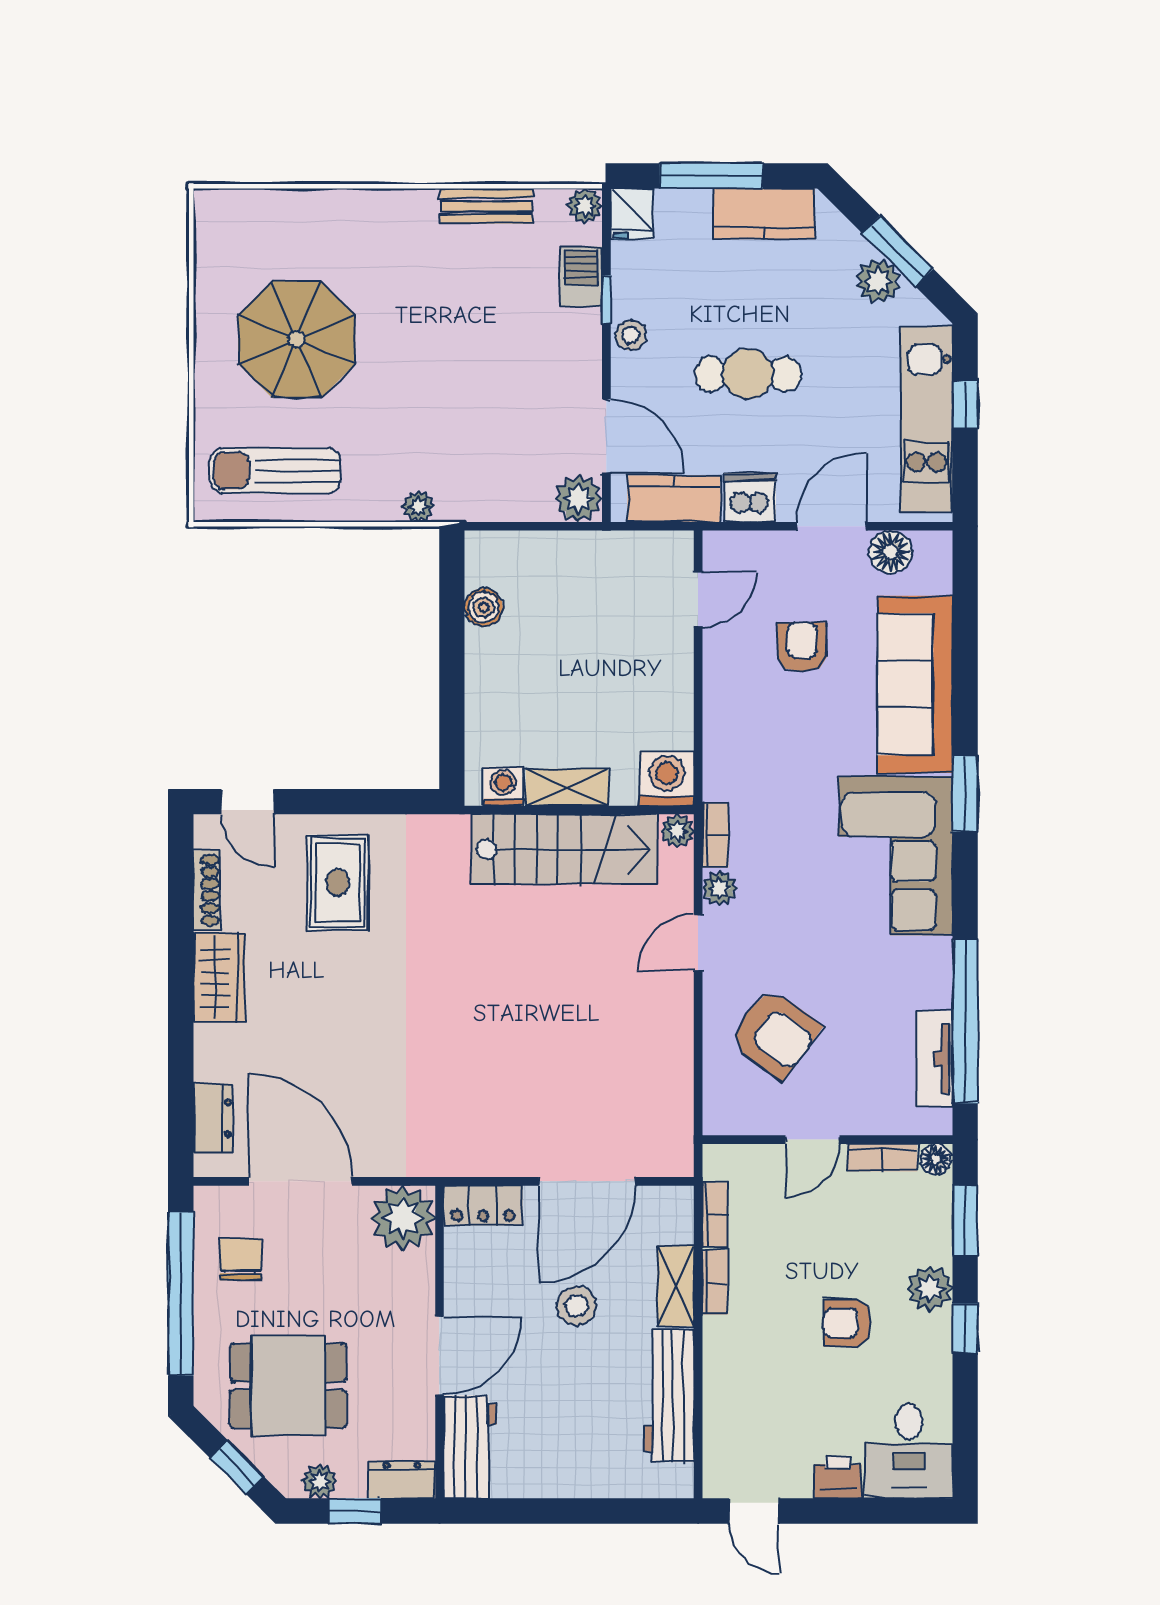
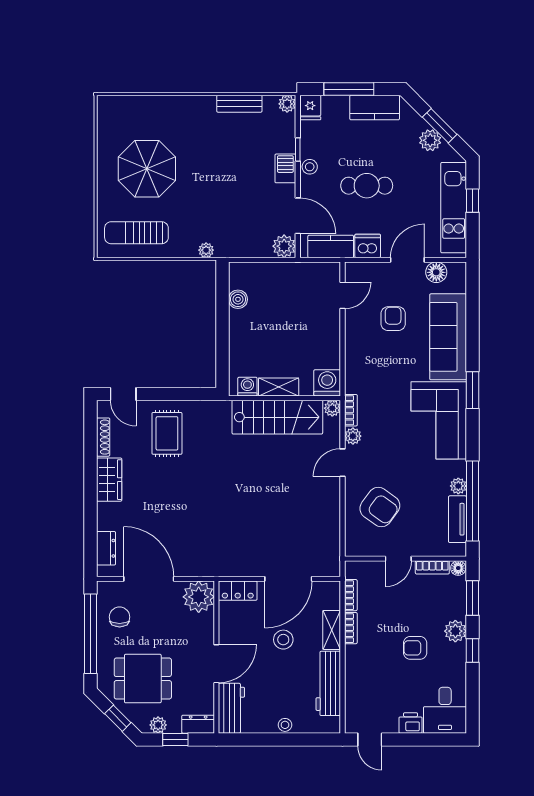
barbecue: (581, 277) -> (285, 168), moved
plant: (936, 990) -> (458, 486), added
stool: (580, 1481) -> (285, 725), added

